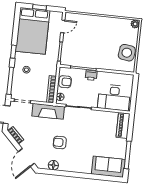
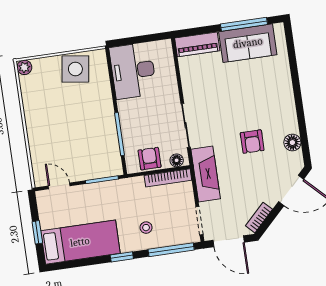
bed: (33, 31) -> (80, 242), width x0.67
printer: (91, 75) -> (128, 118), removed
desk: (114, 98) -> (133, 71), moved, turned 180
sofa: (108, 167) -> (248, 43), moved, turned -90

